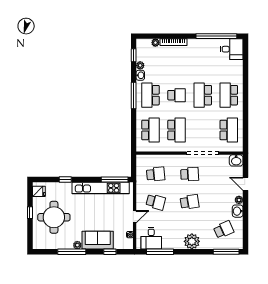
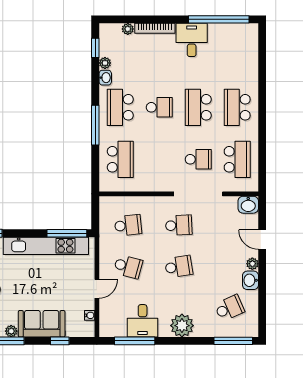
desk: (232, 49) -> (192, 40), moved, turned -90
window: (134, 95) -> (95, 125), moved
school desk: (177, 130) -> (198, 159), moved, width x0.54
desk: (151, 238) -> (143, 321), moved

